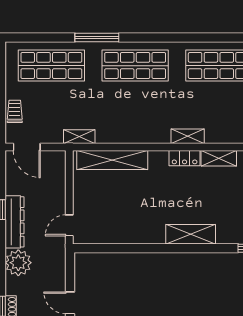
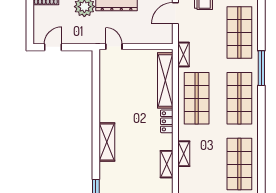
shop shelf: (135, 120) -> (197, 98), added
shelving: (188, 136) -> (184, 154), moved
locker: (185, 158) -> (167, 121), moved

